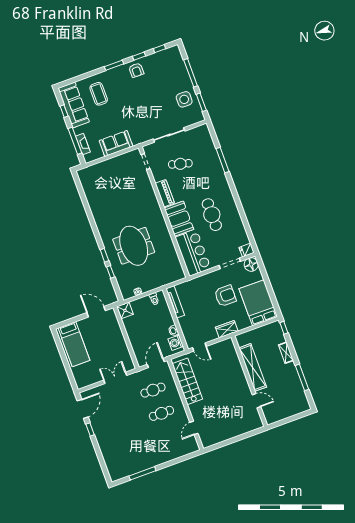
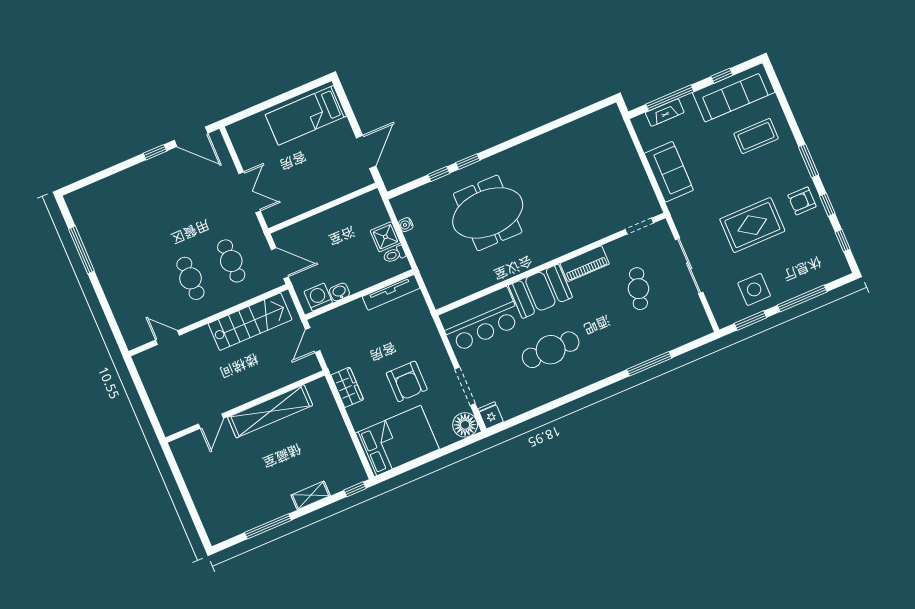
rug: (148, 98) -> (752, 225), added
shower: (125, 310) -> (385, 237), moved
shelving: (253, 367) -> (270, 411), moved
wall: (249, 381) -> (245, 407), moved
door: (256, 401) -> (211, 421), moved

